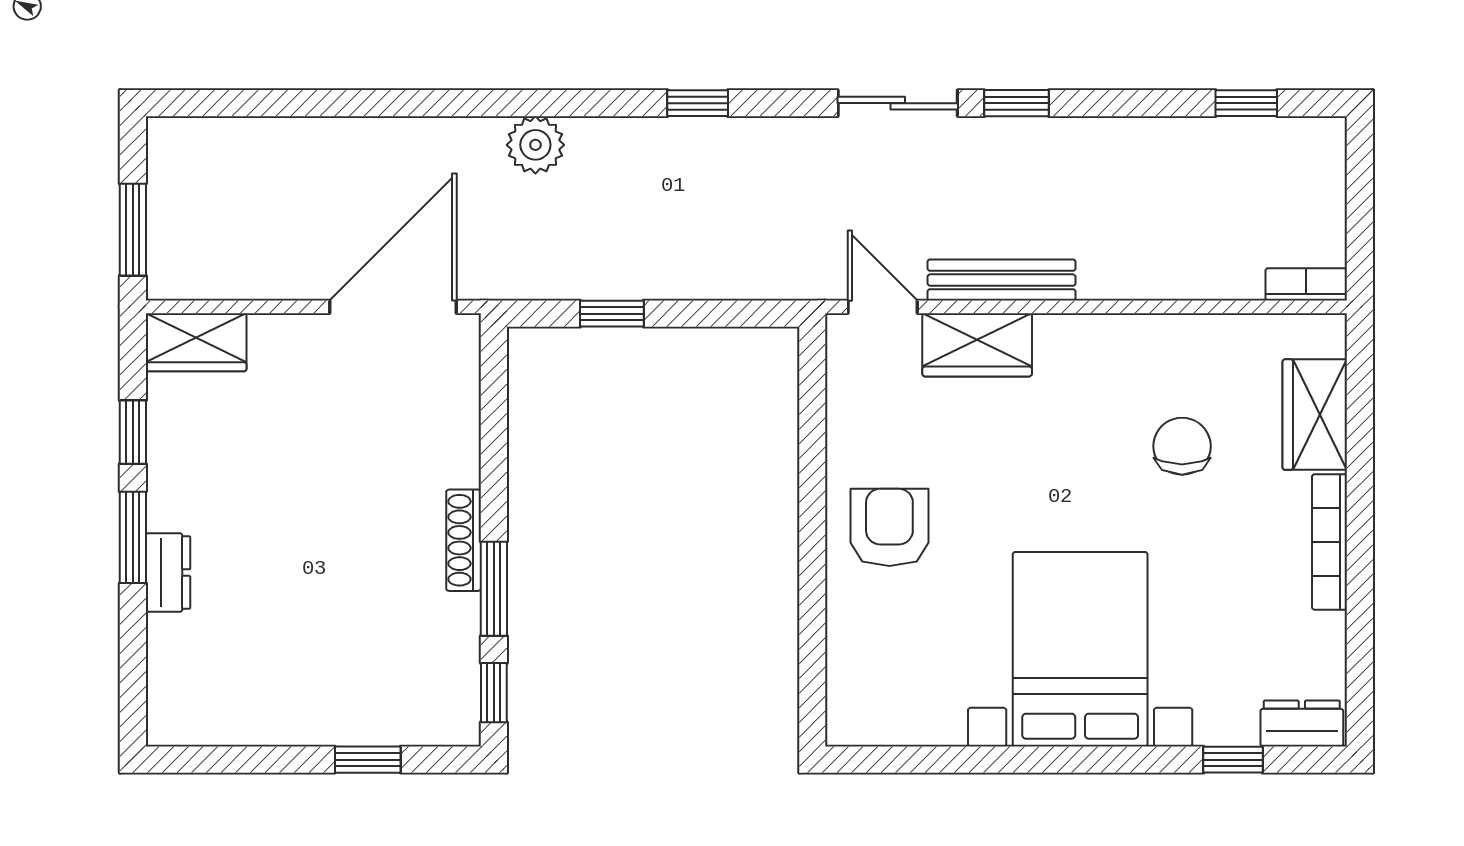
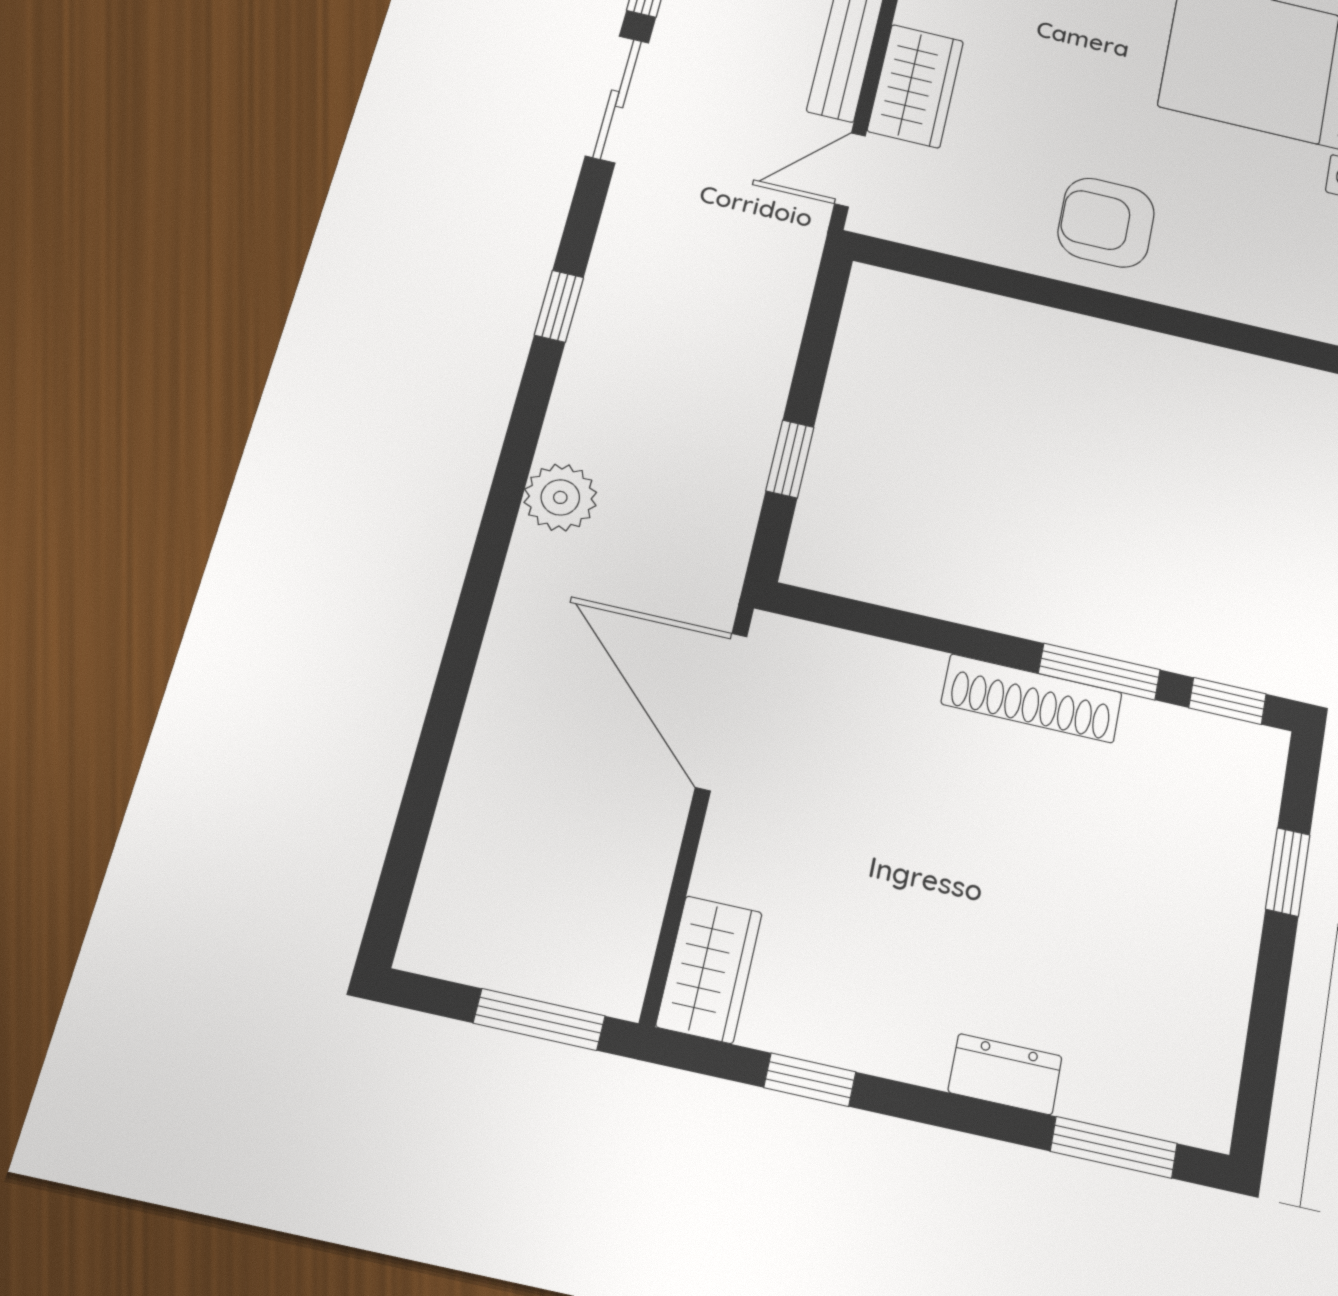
window: (133, 537) -> (1114, 1147), moved
shoe rack: (464, 540) -> (1032, 698), width x1.36, depth x1.24

